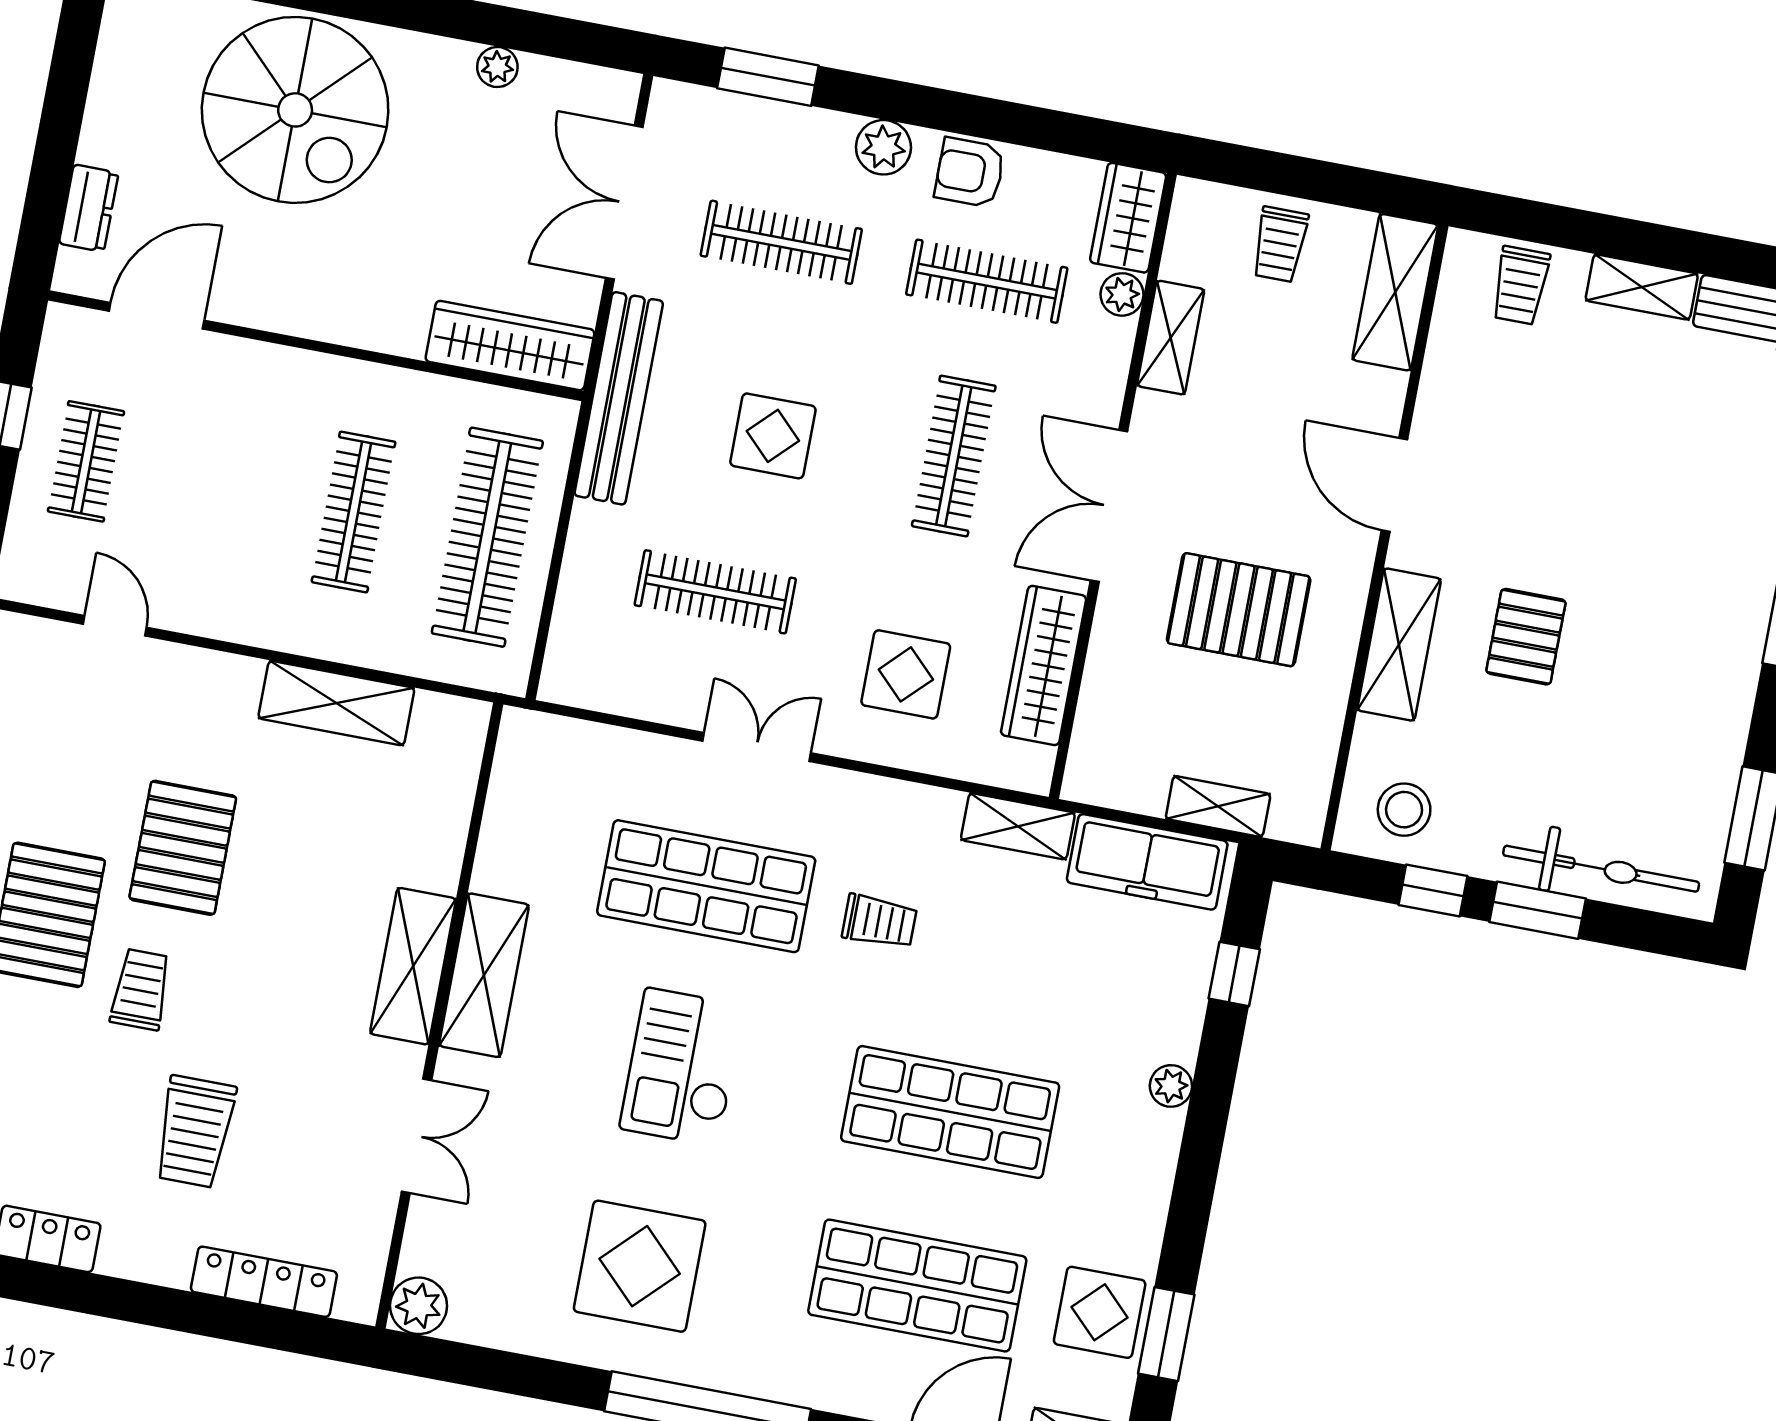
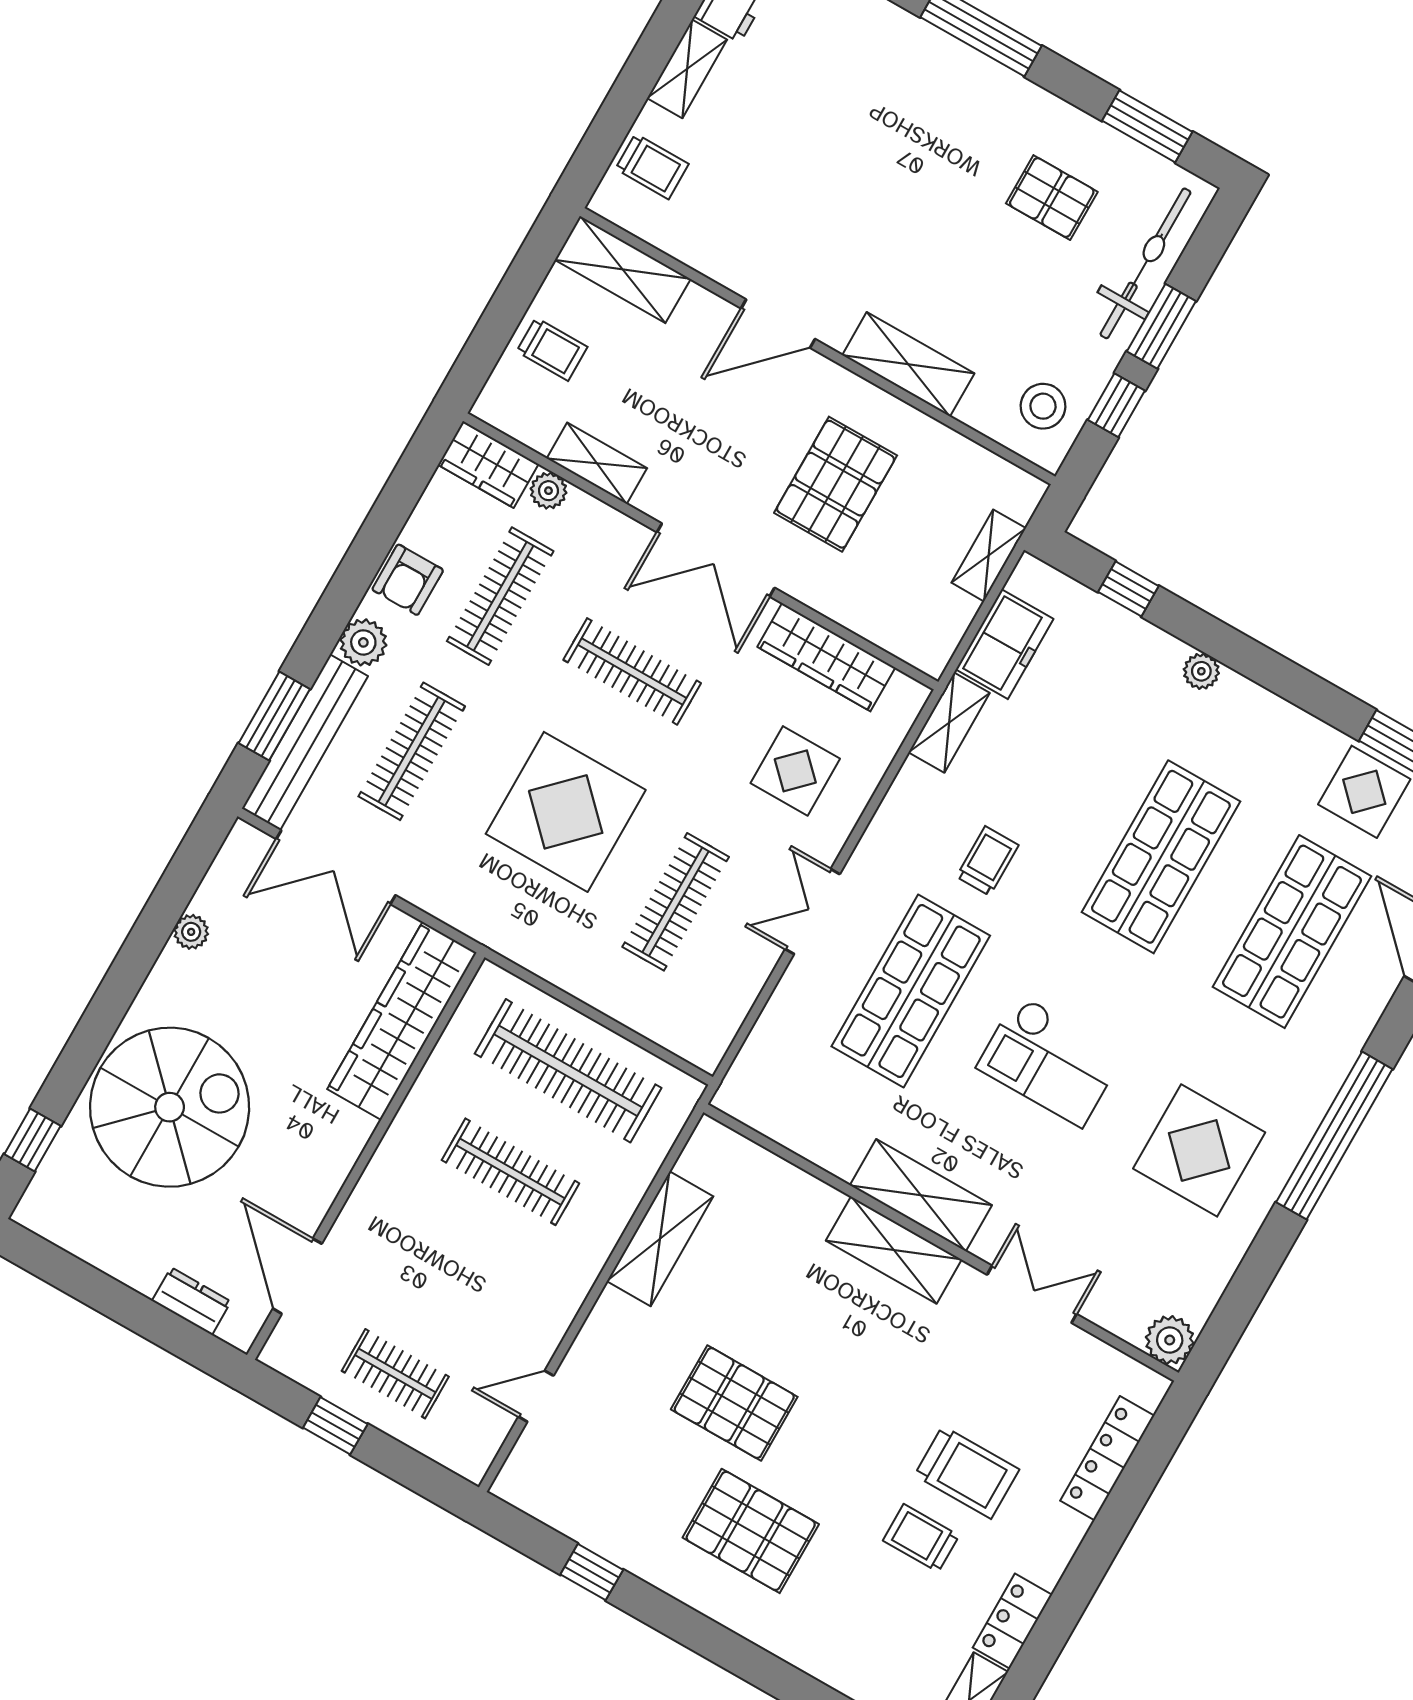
wardrobe: (510, 346) -> (402, 1021), width x1.40, depth x1.17
bench: (619, 398) -> (305, 742), moved, turned 90
display table: (773, 436) -> (566, 812), width x1.86, depth x1.86
pallet: (1526, 637) -> (1052, 198), moved
freezer: (1147, 862) -> (1005, 644), width x0.71
trolley: (141, 990) -> (921, 1538), moved

